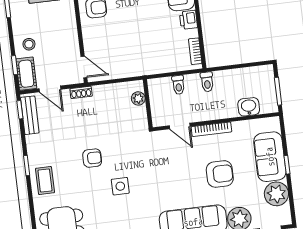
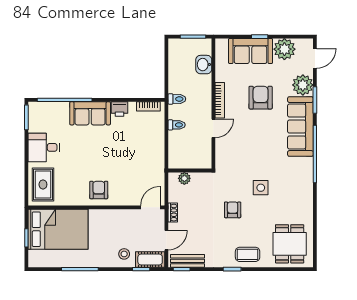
plant: (138, 98) -> (184, 178), moved
wall: (148, 103) -> (190, 171), moved

